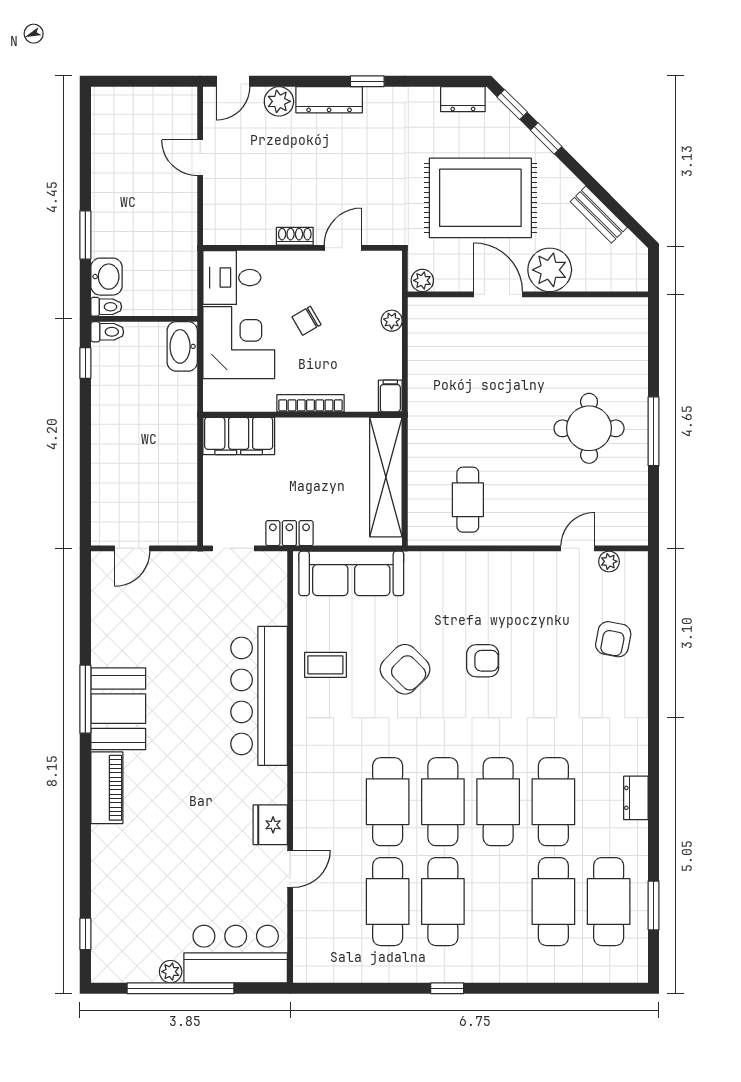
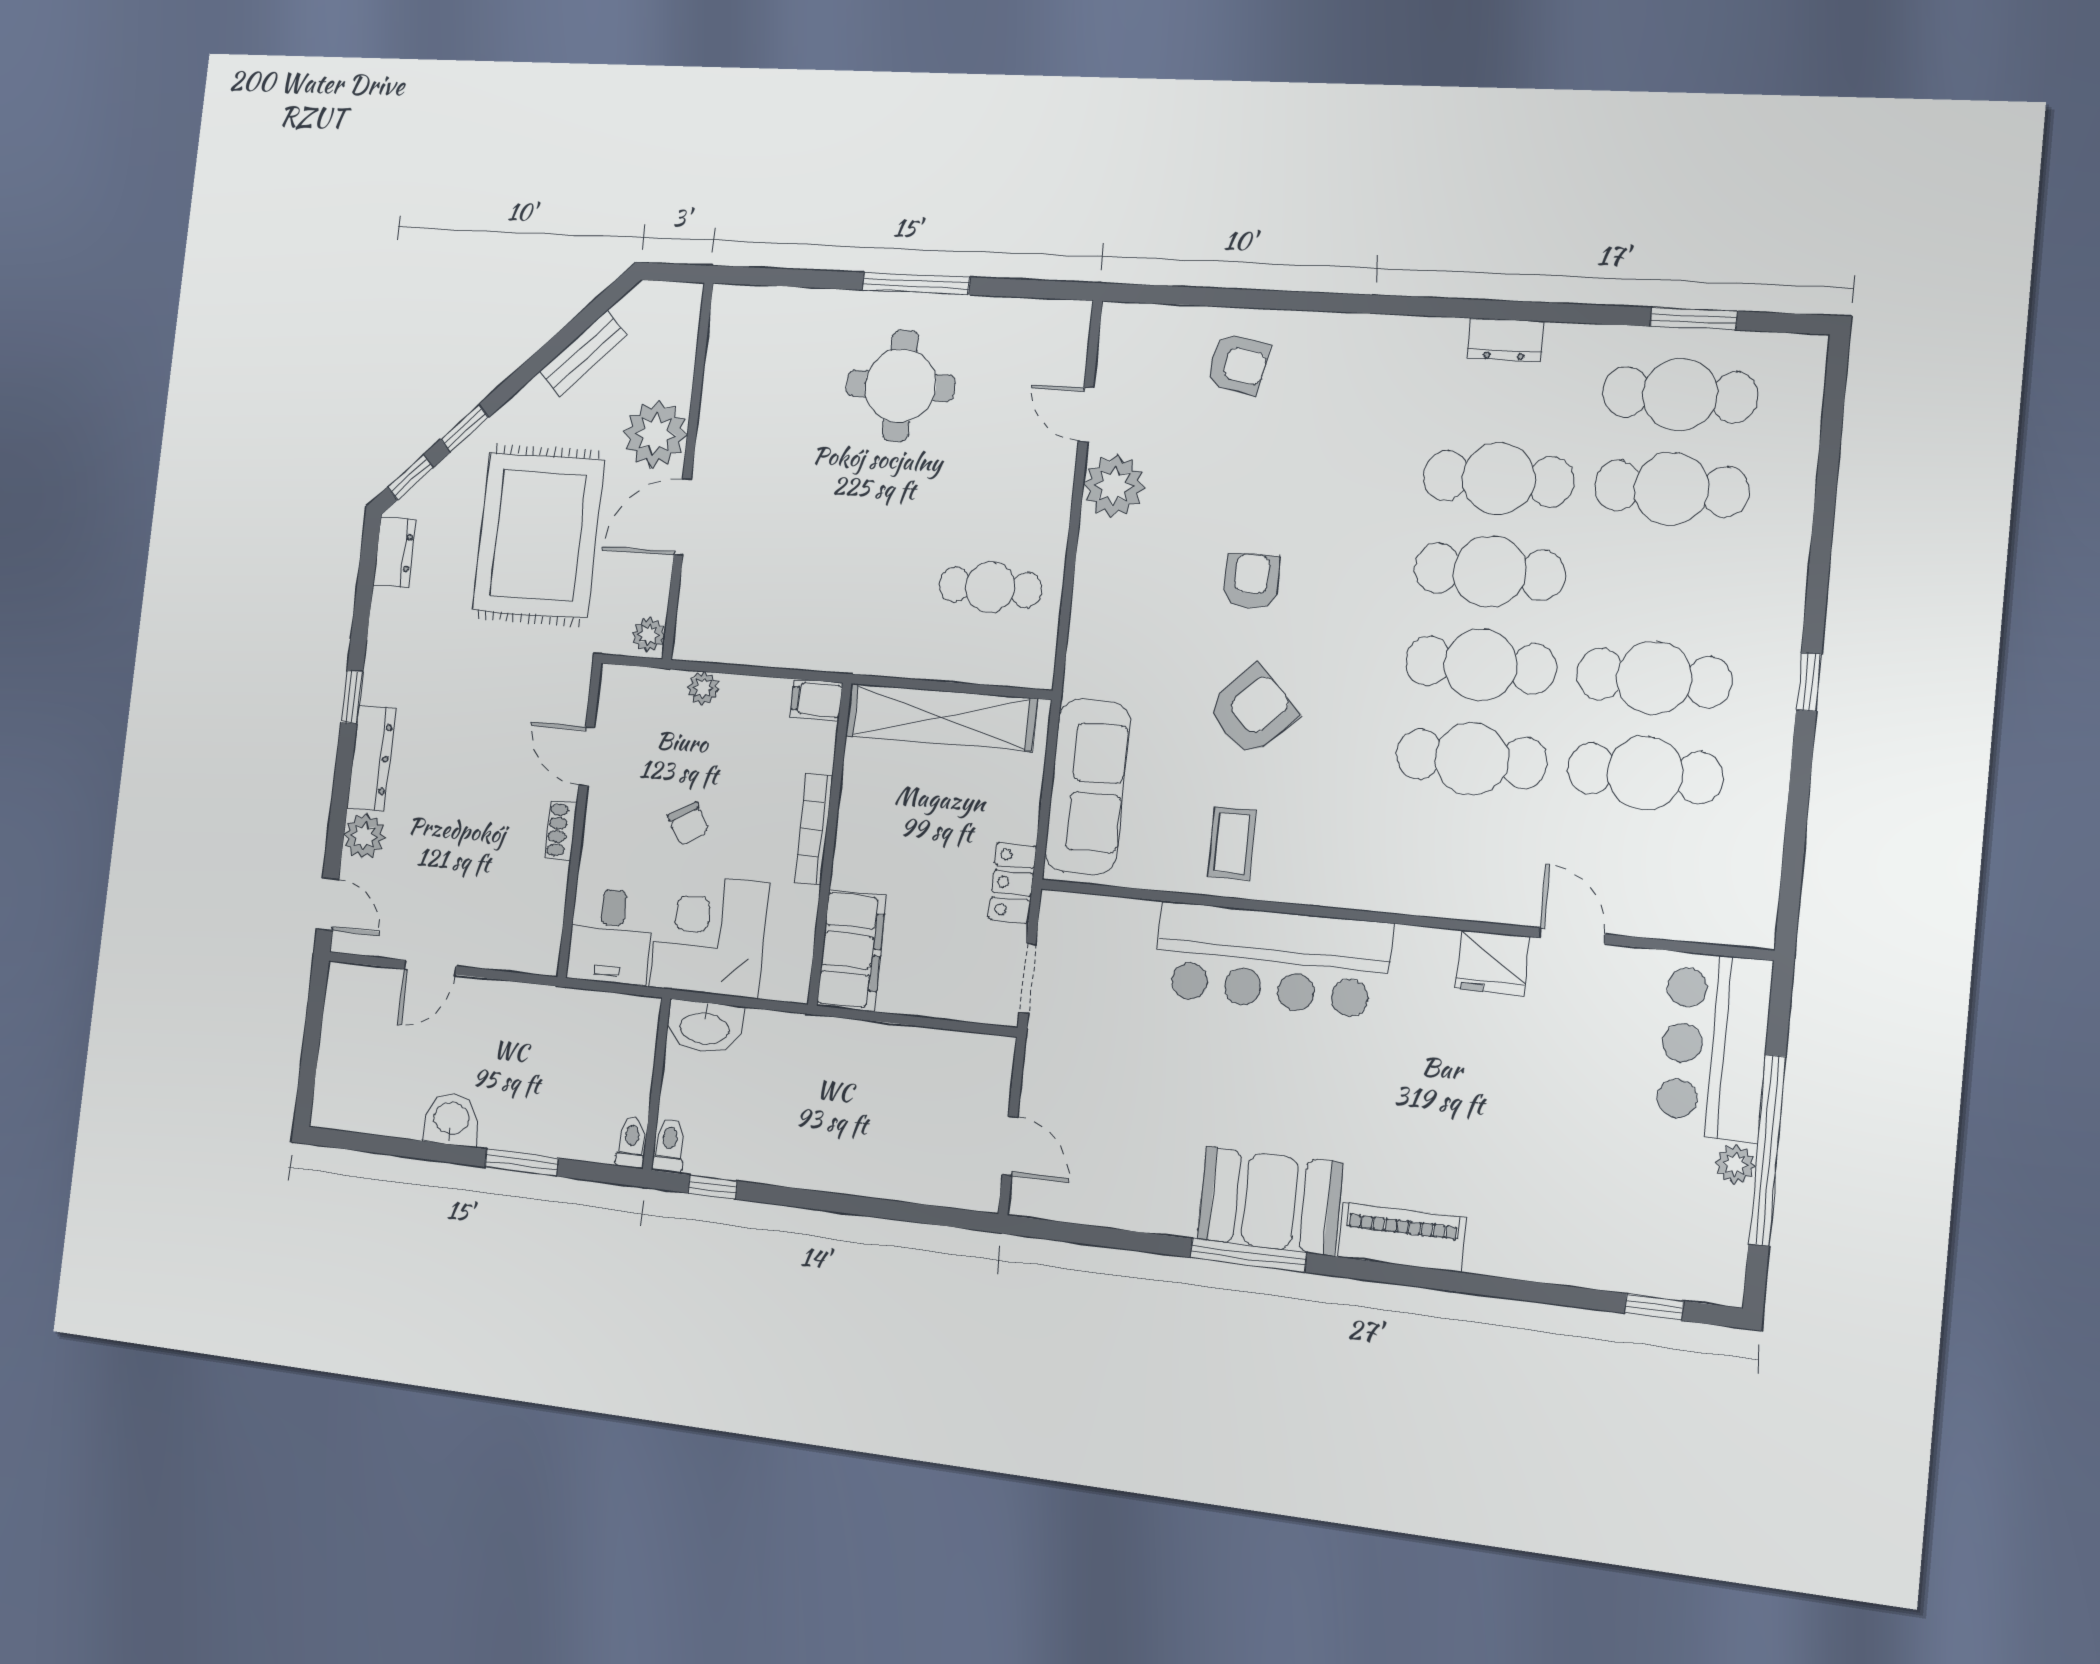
washbasin: (106, 277) -> (451, 1120), moved
plant: (609, 561) -> (1114, 486), moved, width x1.88, depth x1.88

